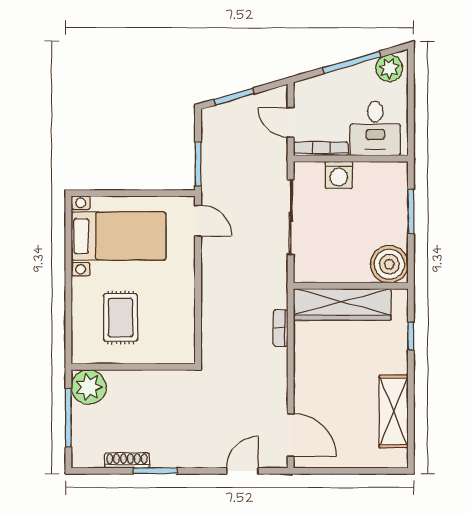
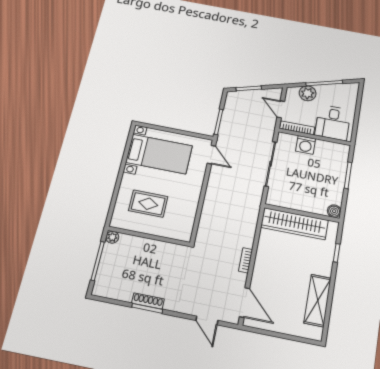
plant: (389, 68) -> (308, 93), moved
boiler: (389, 264) -> (334, 211), width x0.54, depth x0.54
rug: (121, 318) -> (148, 204), turned 90
bookcase: (281, 328) -> (246, 260), moved
plant: (89, 387) -> (112, 237), width x0.53, depth x0.53
shoe rack: (127, 460) -> (148, 301), moved
door: (242, 471) -> (207, 320), swing flipped

